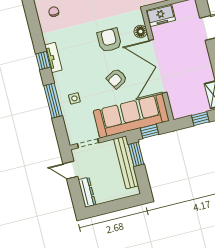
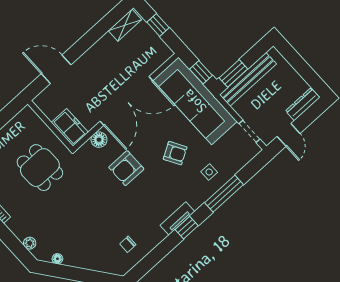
armchair: (117, 79) -> (175, 153), moved

